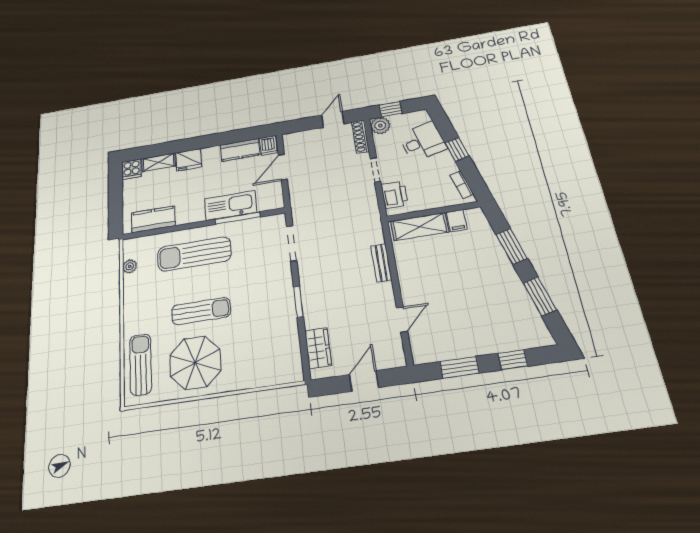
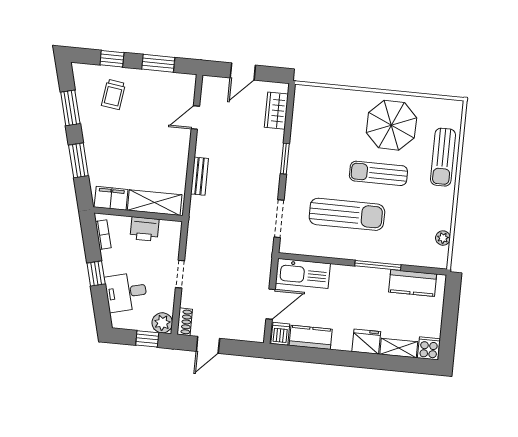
shoe rack: (360, 137) -> (185, 322), width x0.70
printer: (394, 195) -> (145, 229), moved, turned -90
kitchen sink: (231, 205) -> (303, 273), moved
window: (238, 218) -> (378, 265), moved
filing cabinet: (457, 221) -> (111, 198), width x2.00
sun lounger: (194, 254) -> (347, 214), moved
trolley: (498, 322) -> (113, 94), added
sun lounger: (141, 364) -> (443, 157), moved

